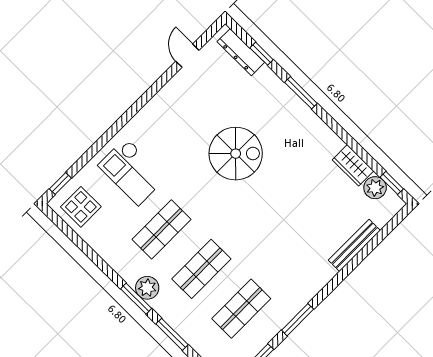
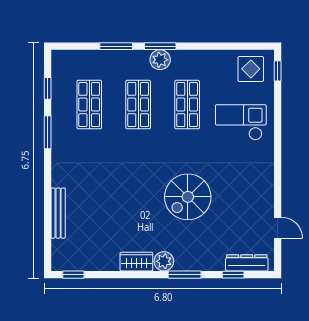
wardrobe: (353, 165) -> (136, 262), moved
plant: (375, 188) -> (164, 261), moved

